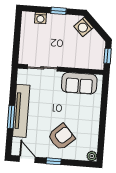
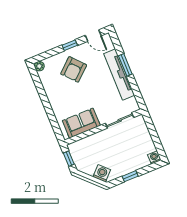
washing machine: (41, 18) -> (154, 157), moved

